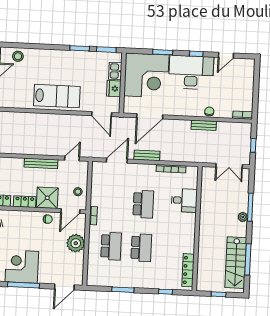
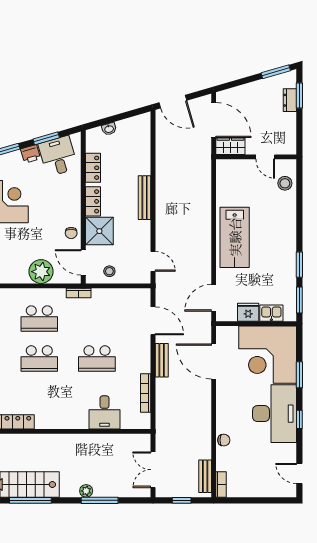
door: (226, 55) -> (299, 474), moved
bench: (204, 125) -> (205, 476), moved
bench: (41, 163) -> (145, 198), moved

